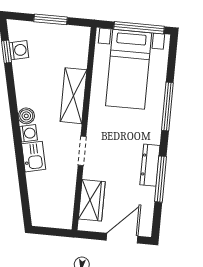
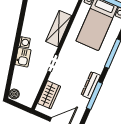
boiler: (26, 116) -> (14, 94), moved

